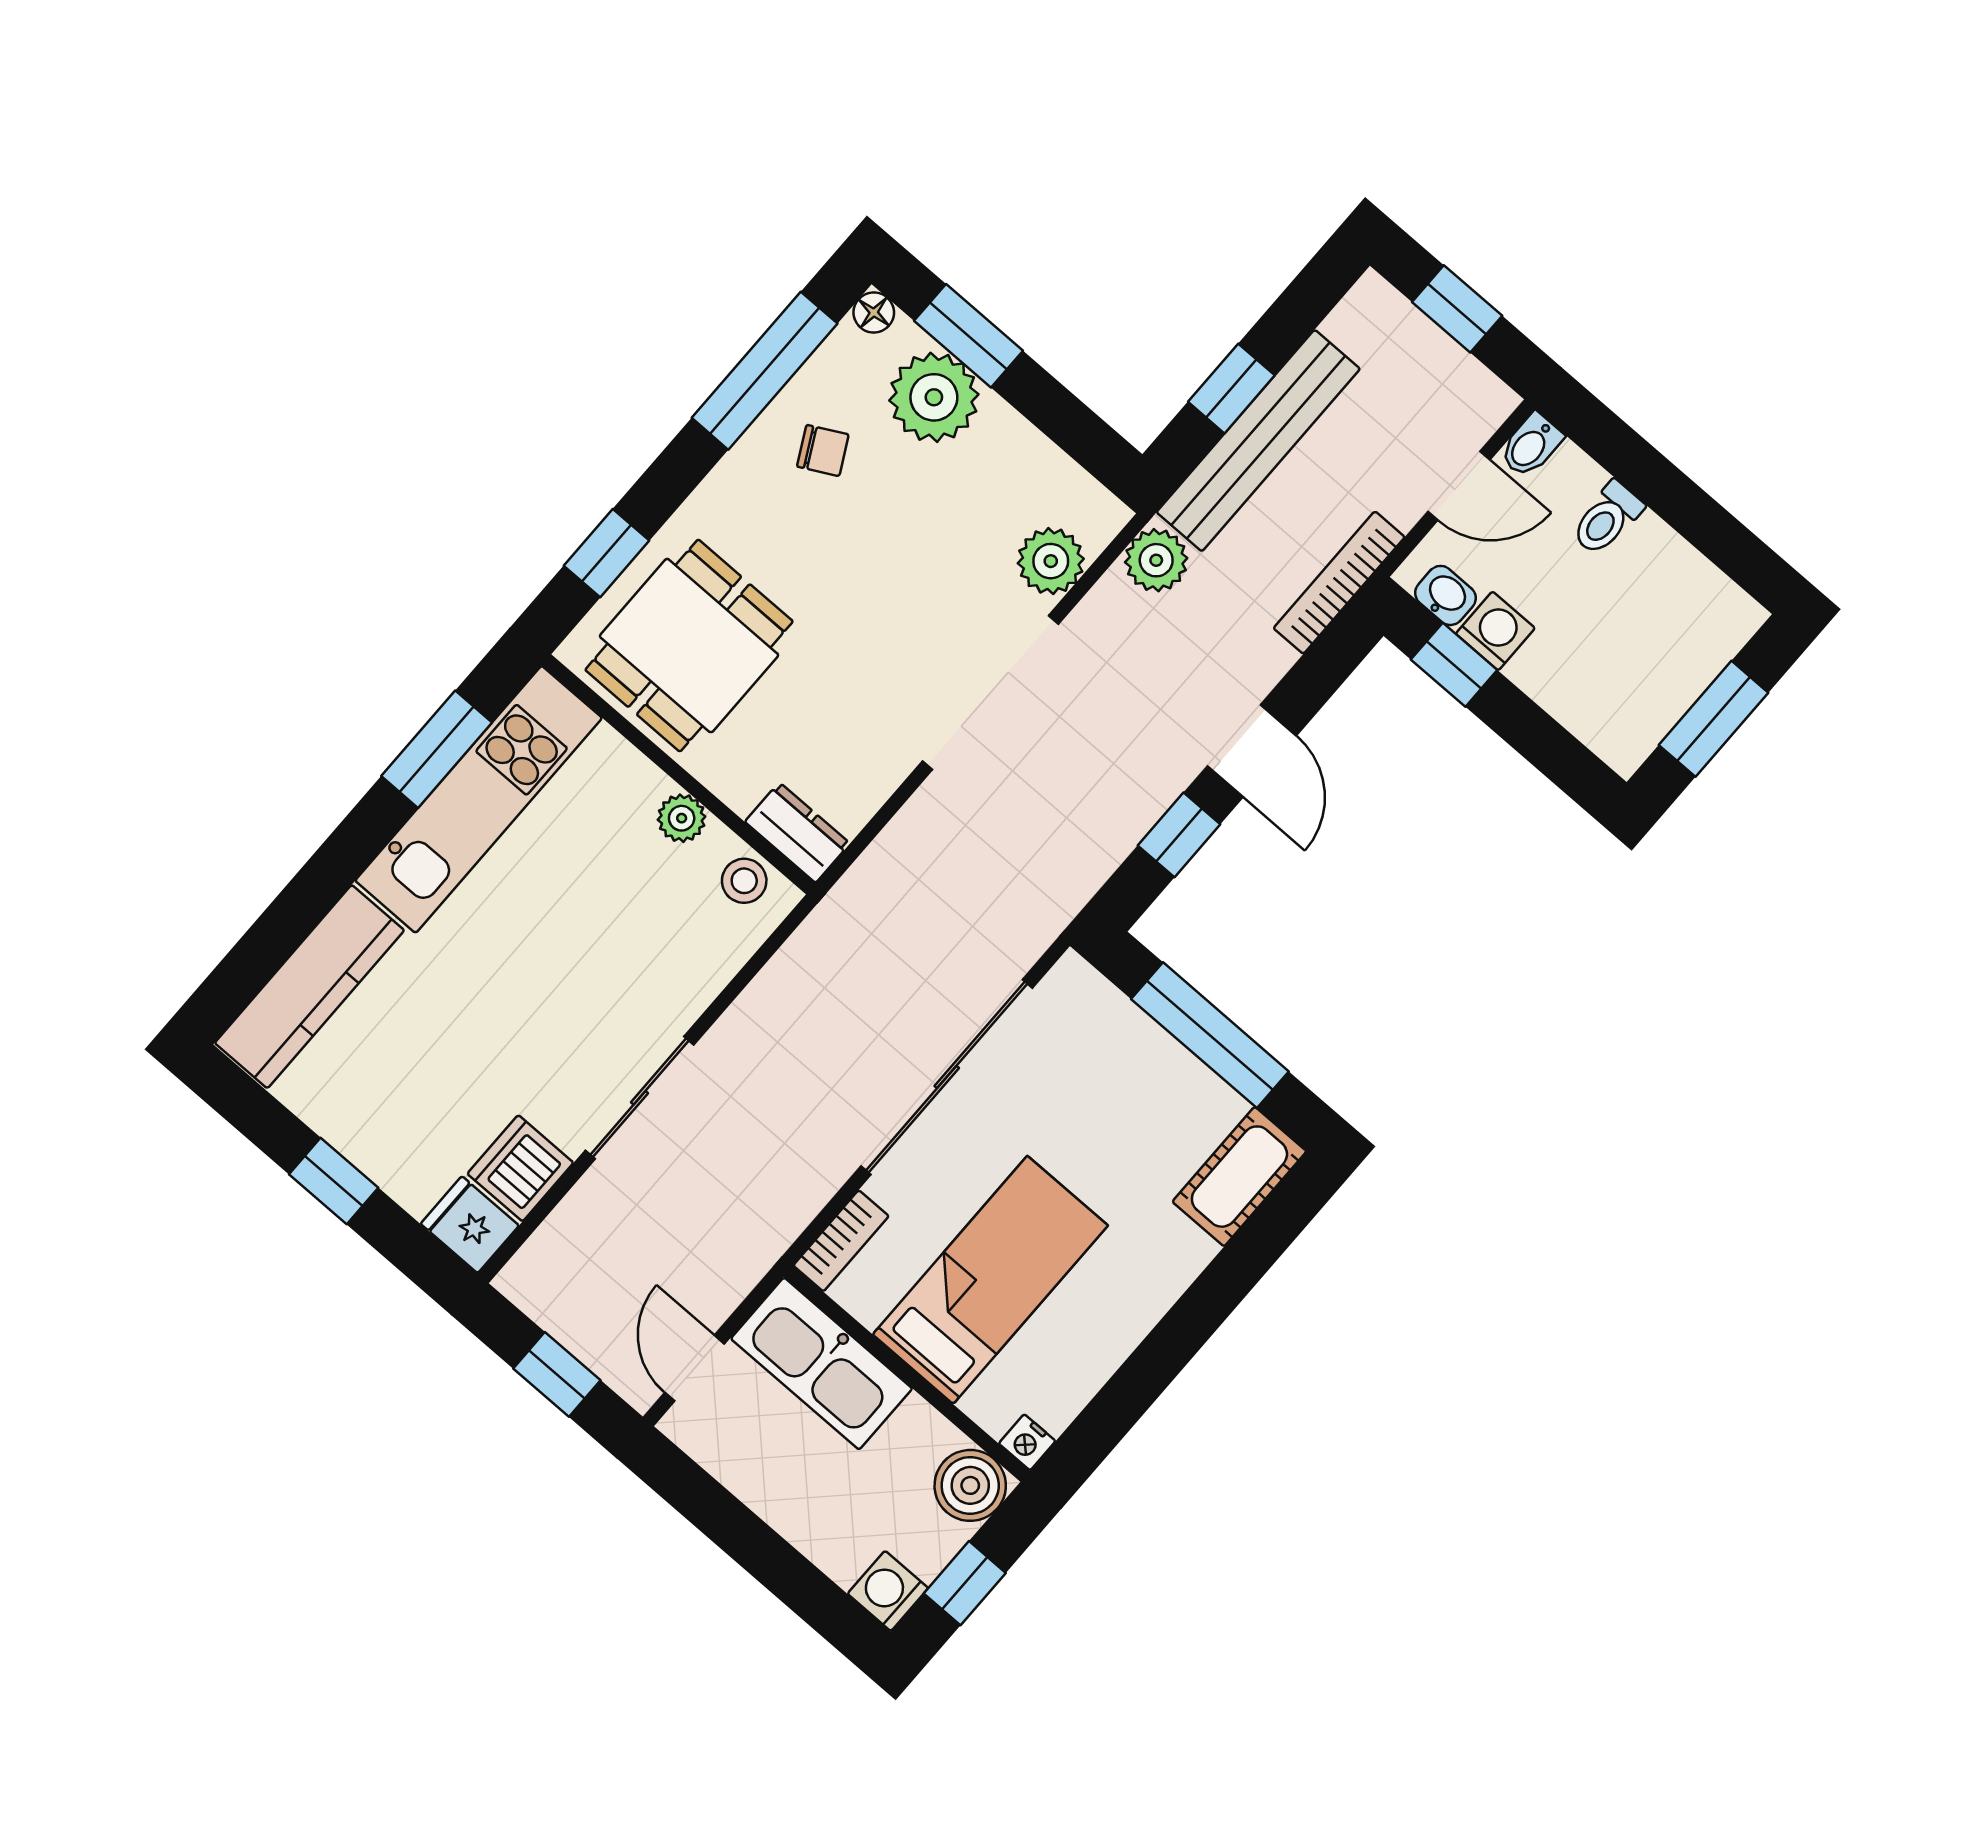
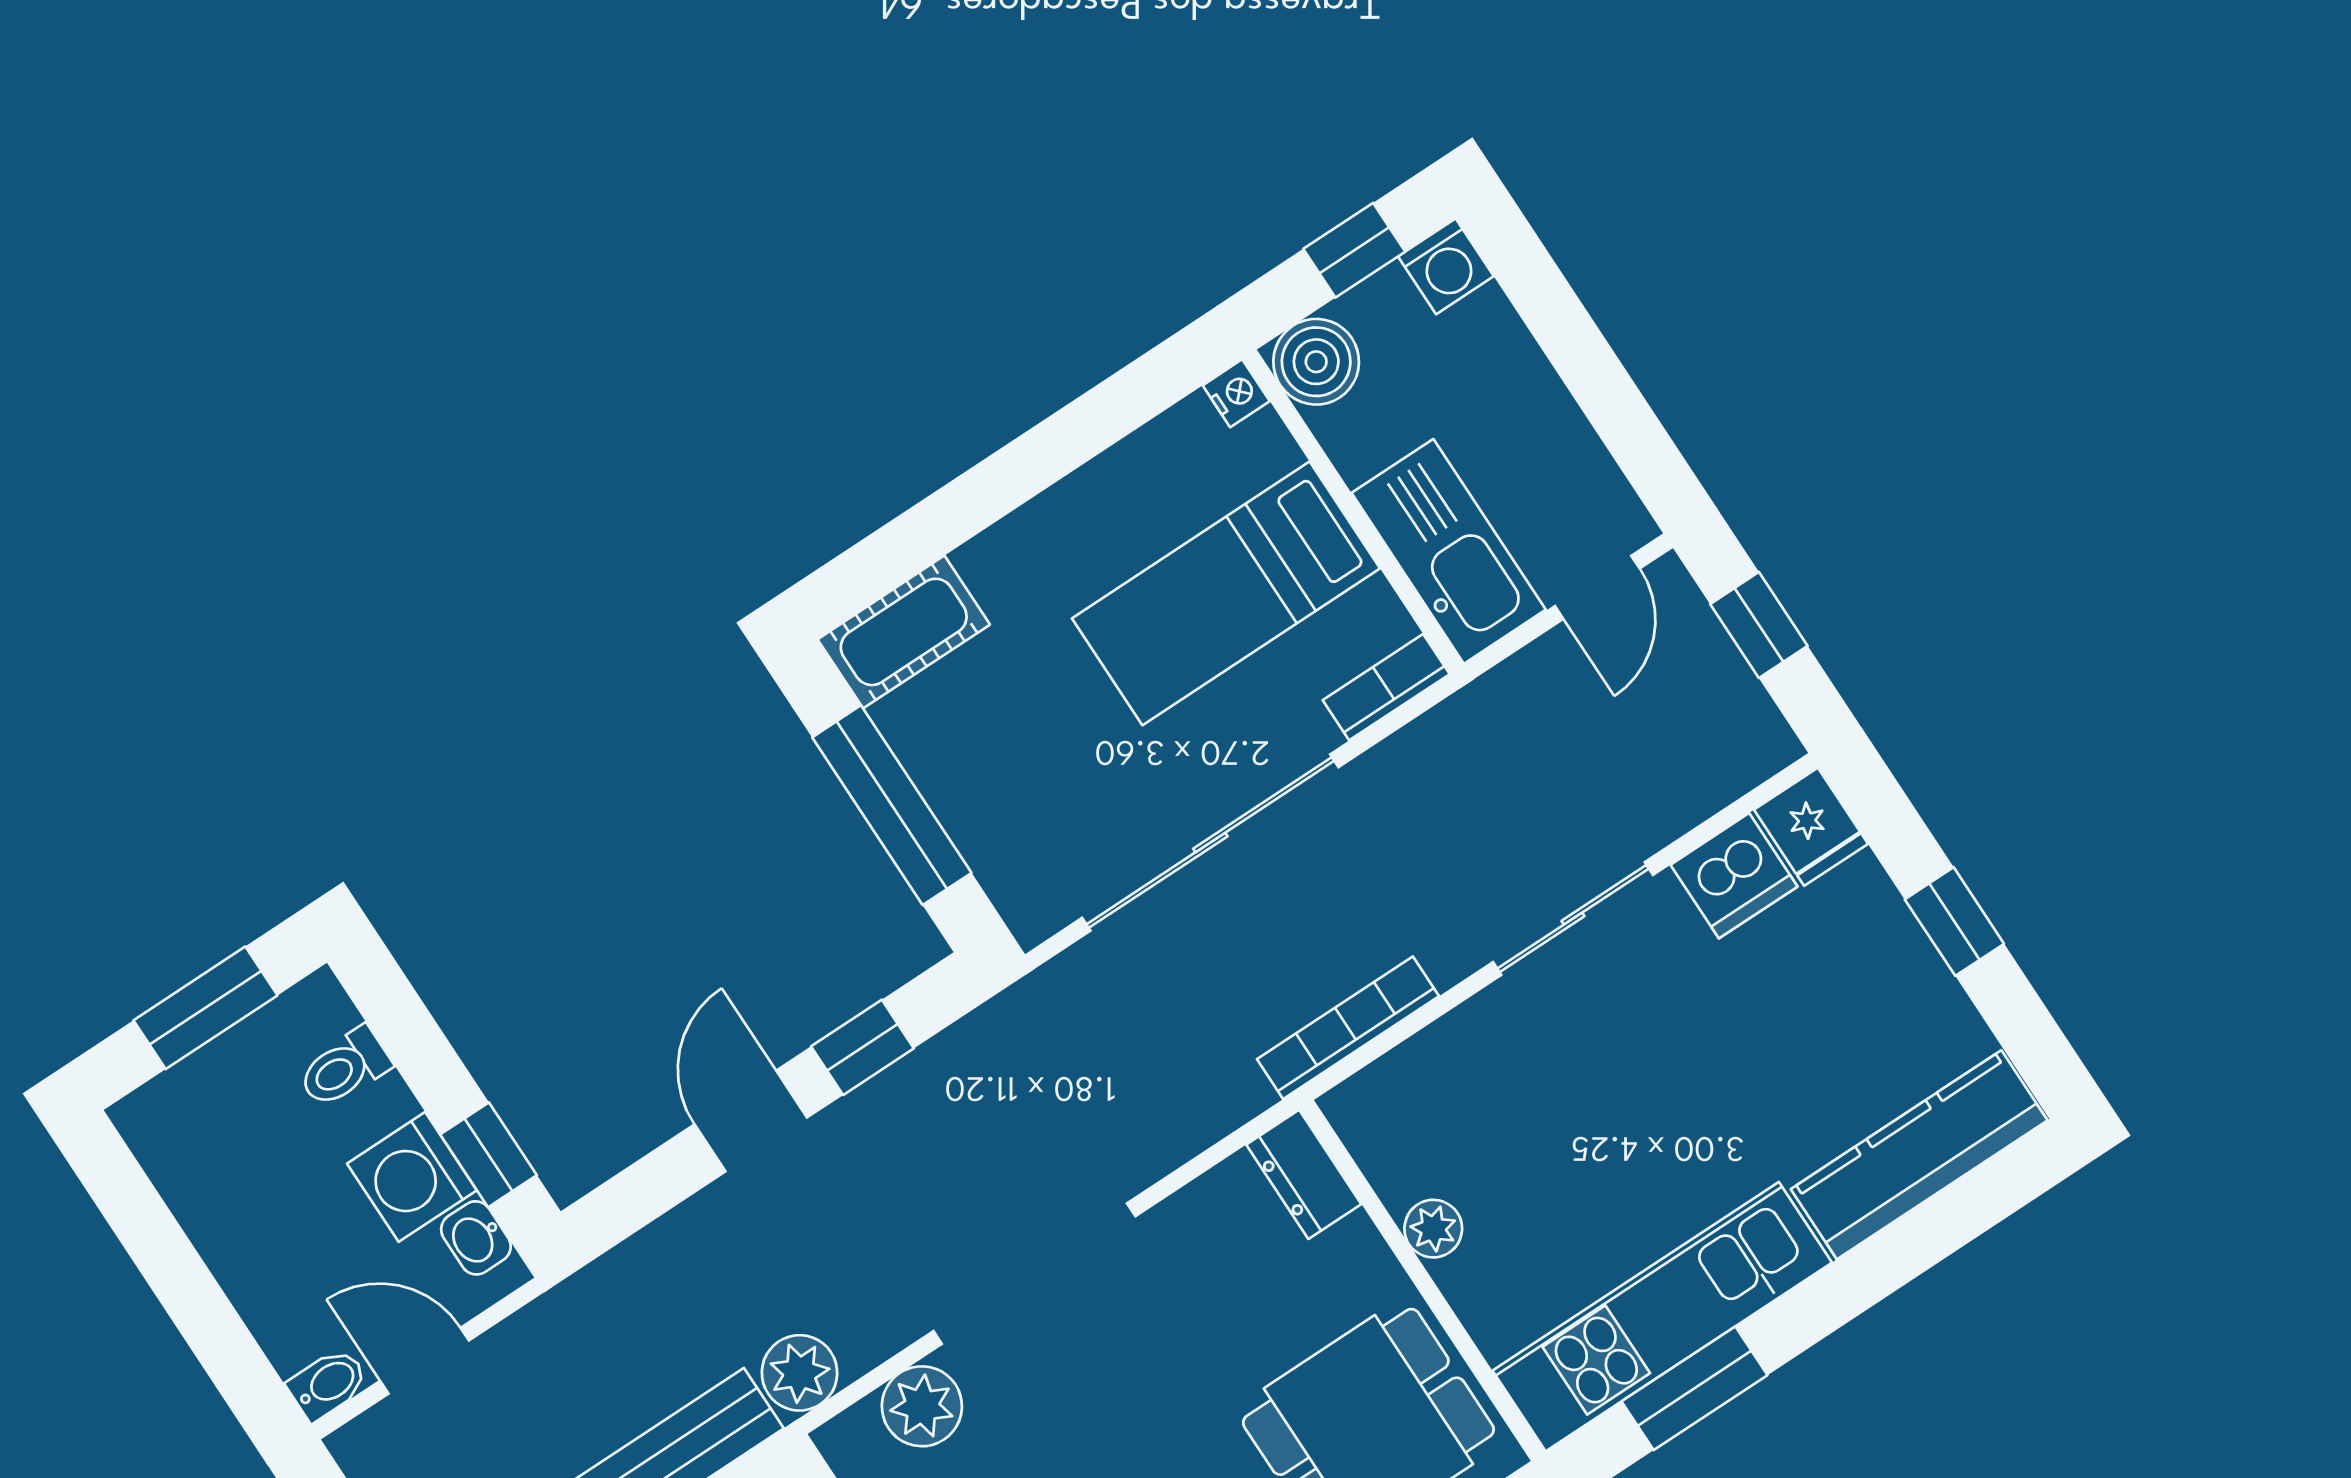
toilet: (1607, 519) -> (344, 1068), moved, turned 180
bookcase: (1339, 583) -> (1348, 1028), moved, turned 180
washing machine: (1495, 631) -> (412, 1177), width x1.38, depth x1.38
stool: (744, 881) -> (1381, 1136), removed

